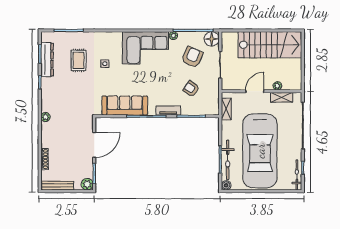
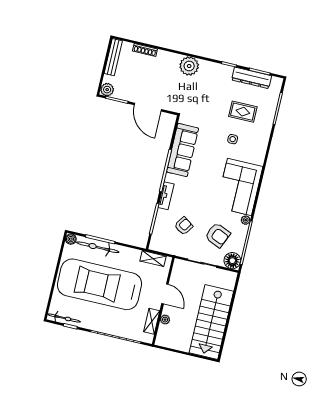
plant: (45, 117) -> (189, 66), width x1.87, depth x1.87

